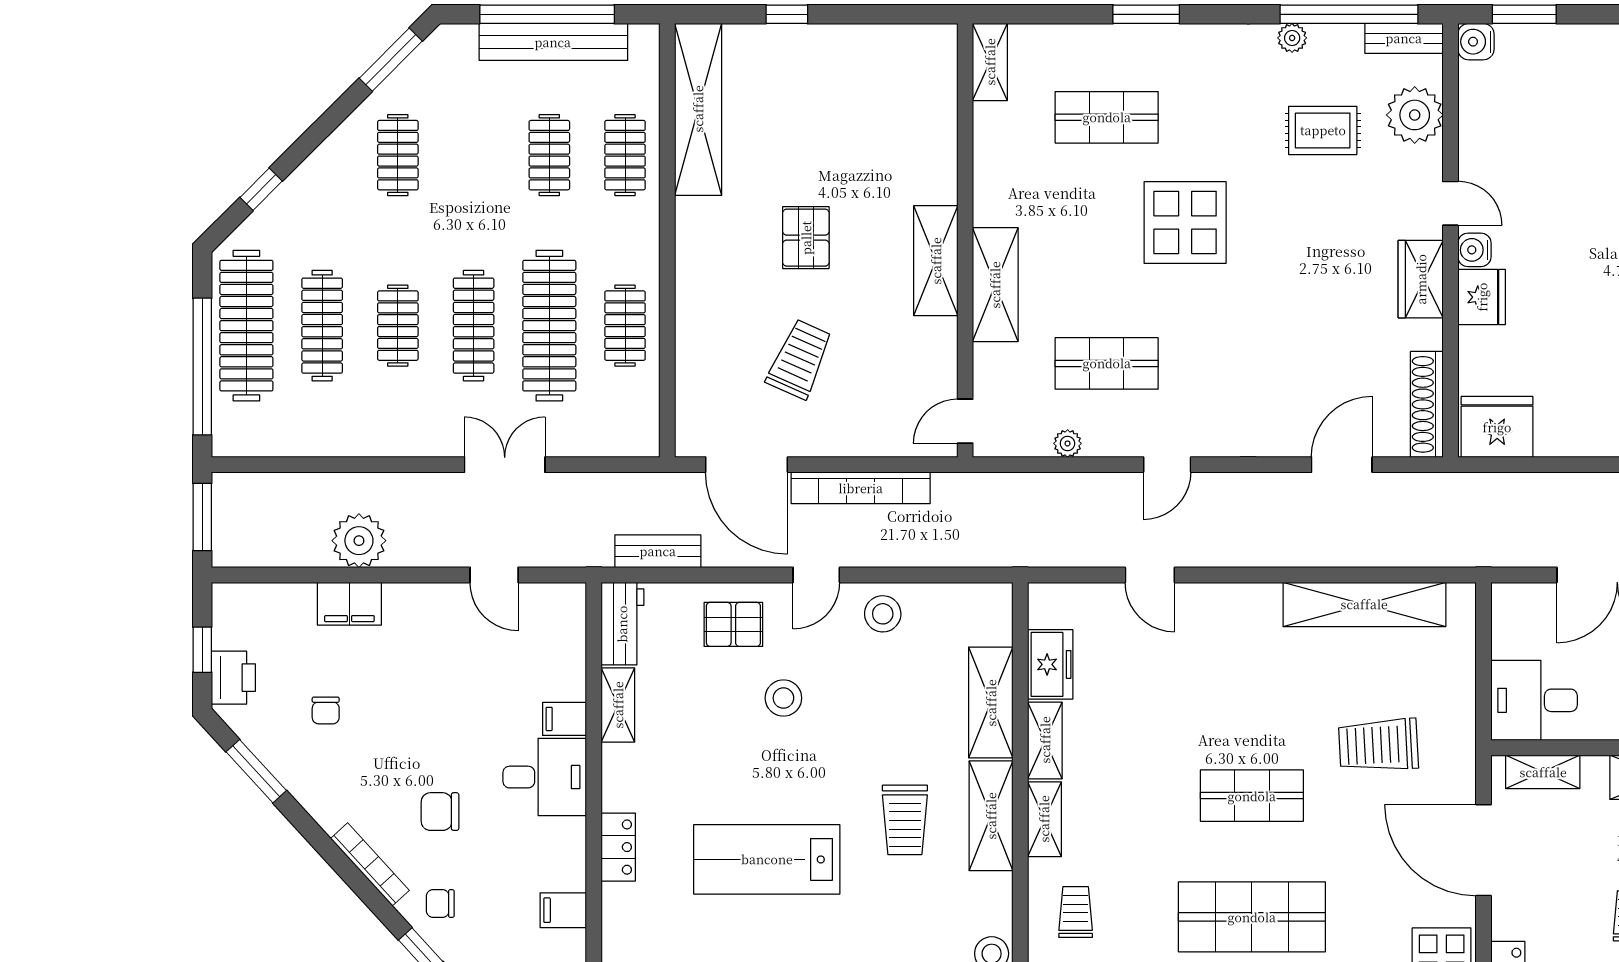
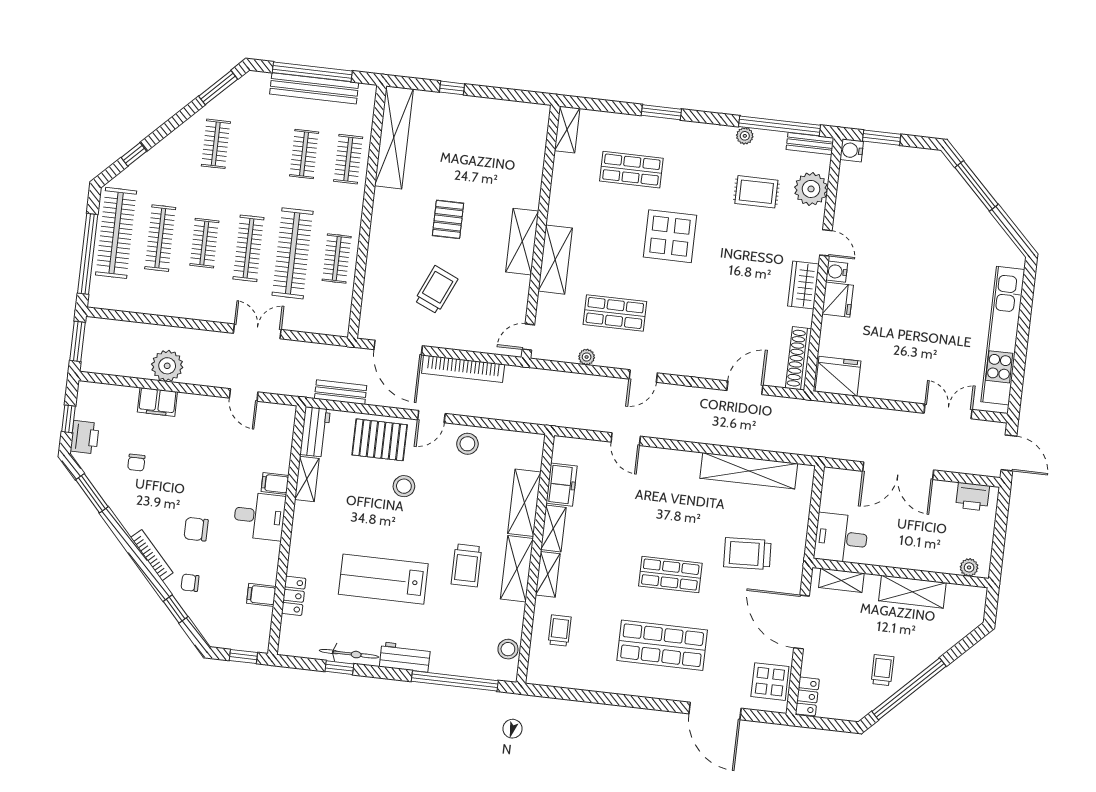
pallet: (733, 624) -> (380, 440), width x1.50, depth x1.42
locker: (618, 847) -> (294, 596), moved

